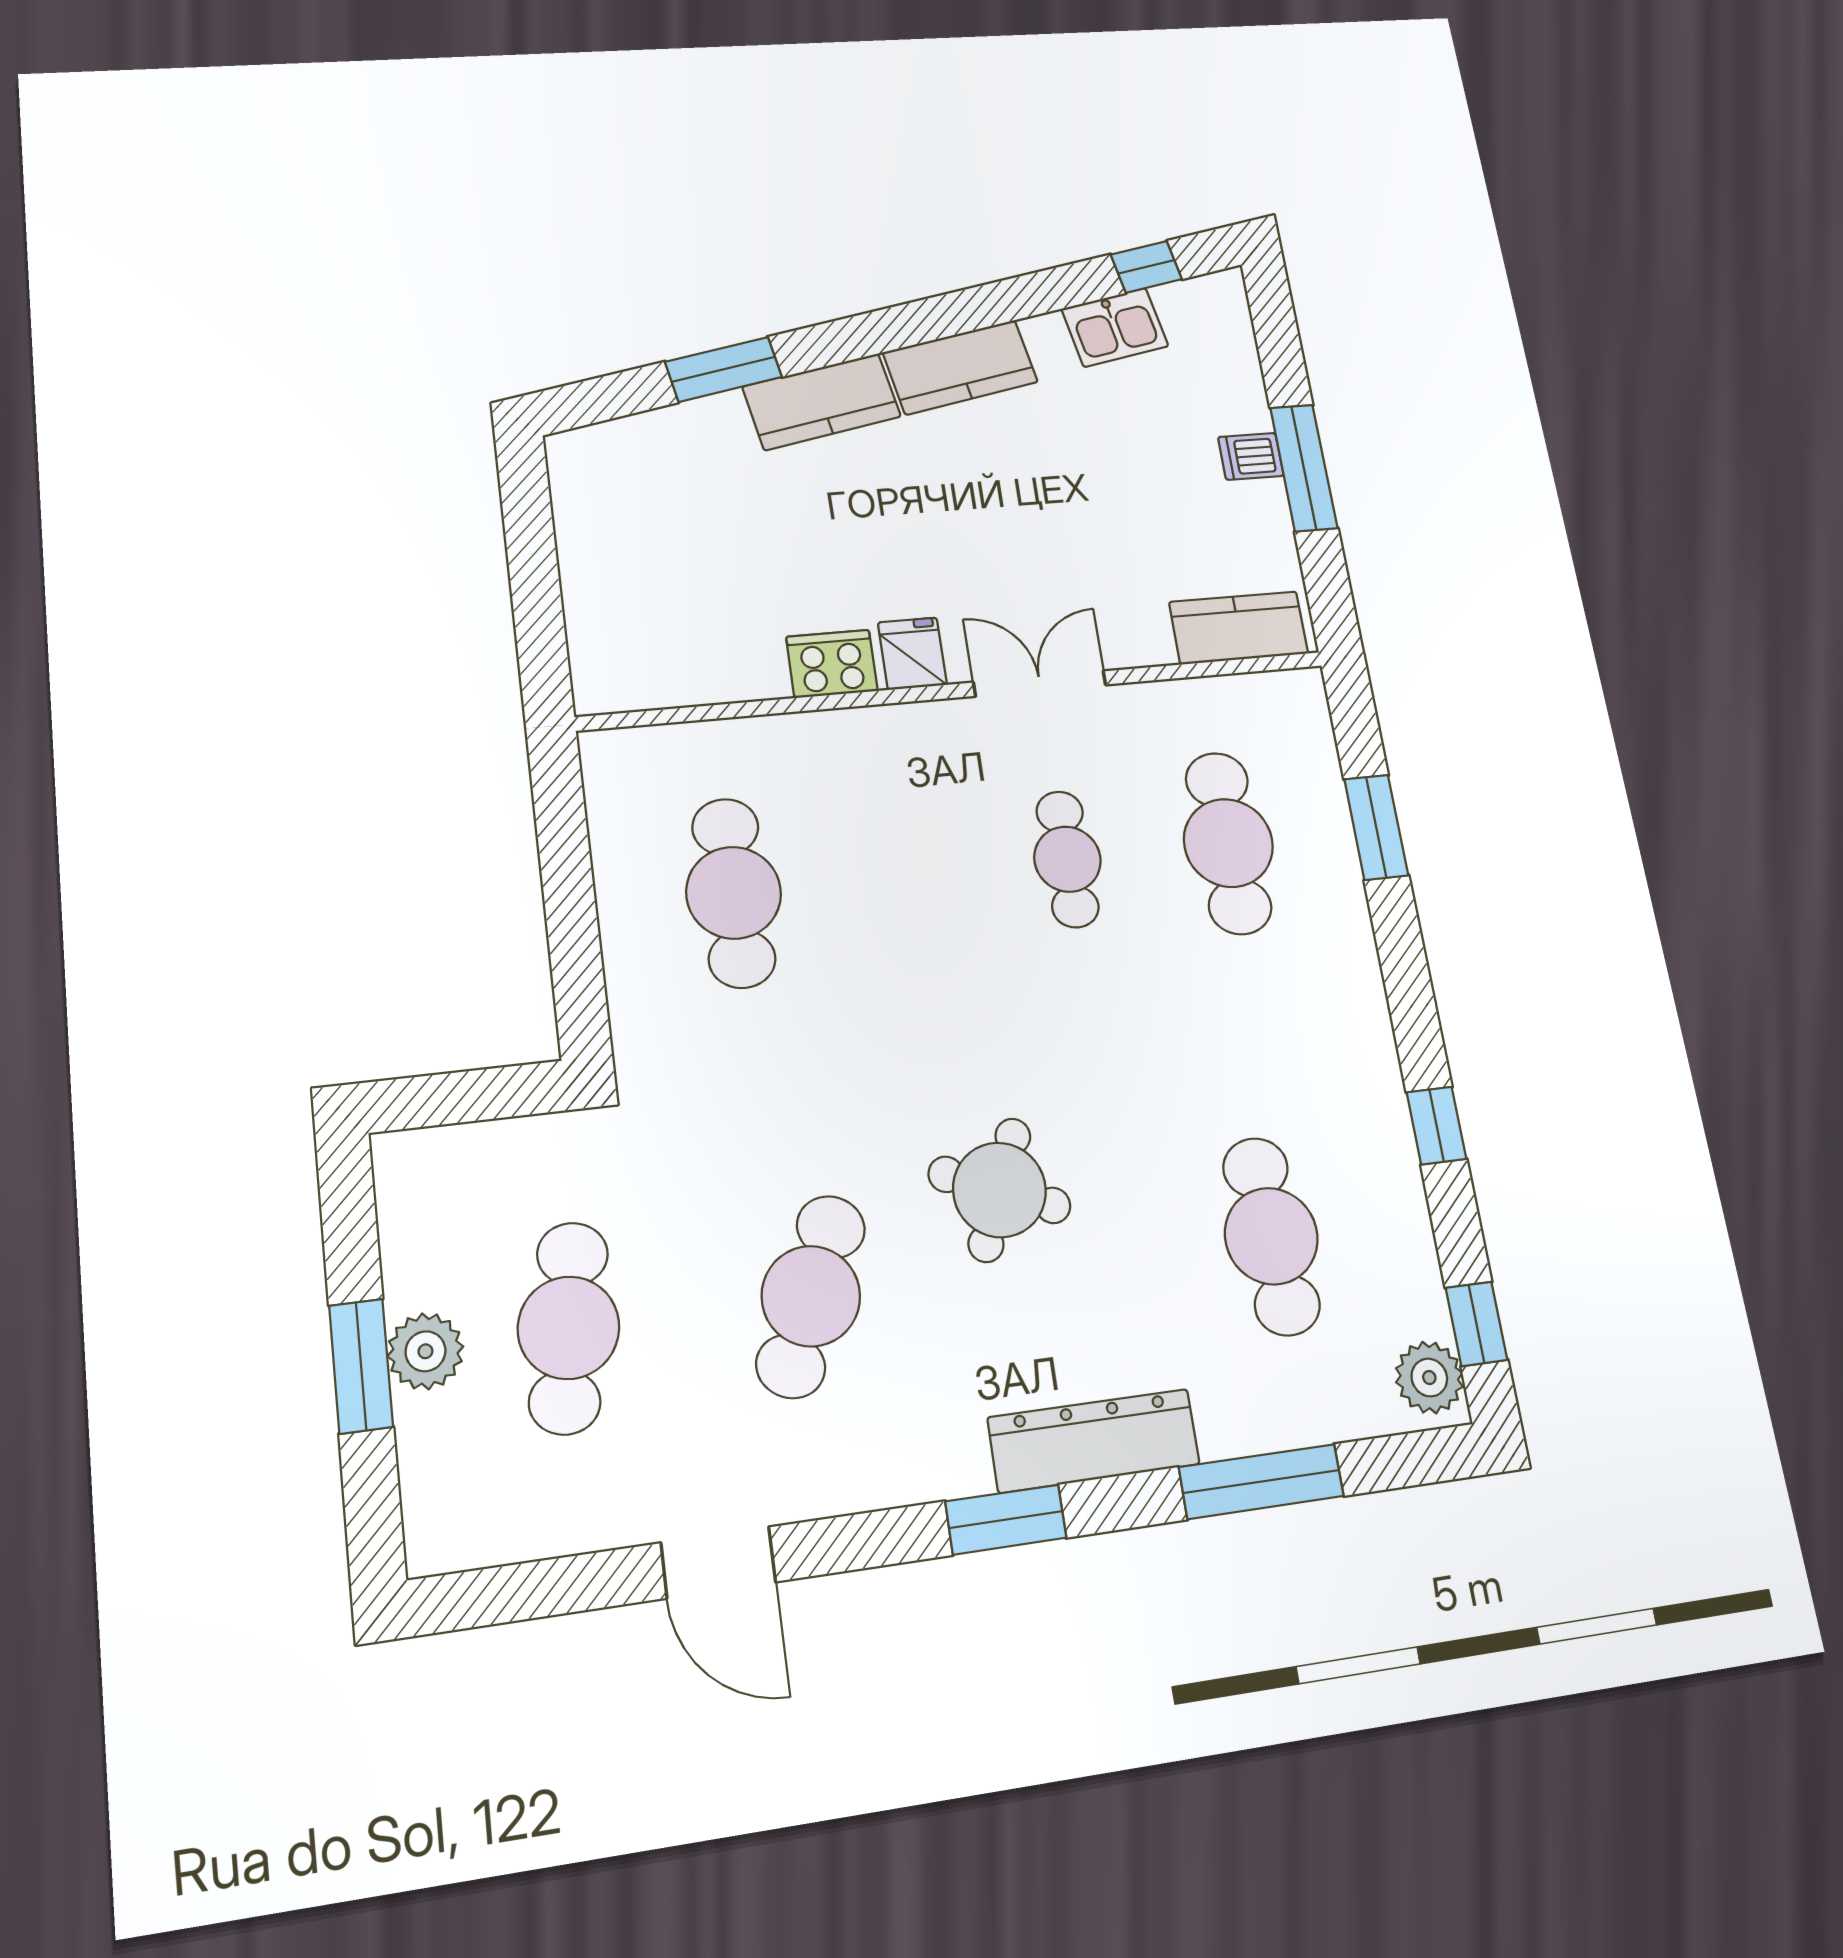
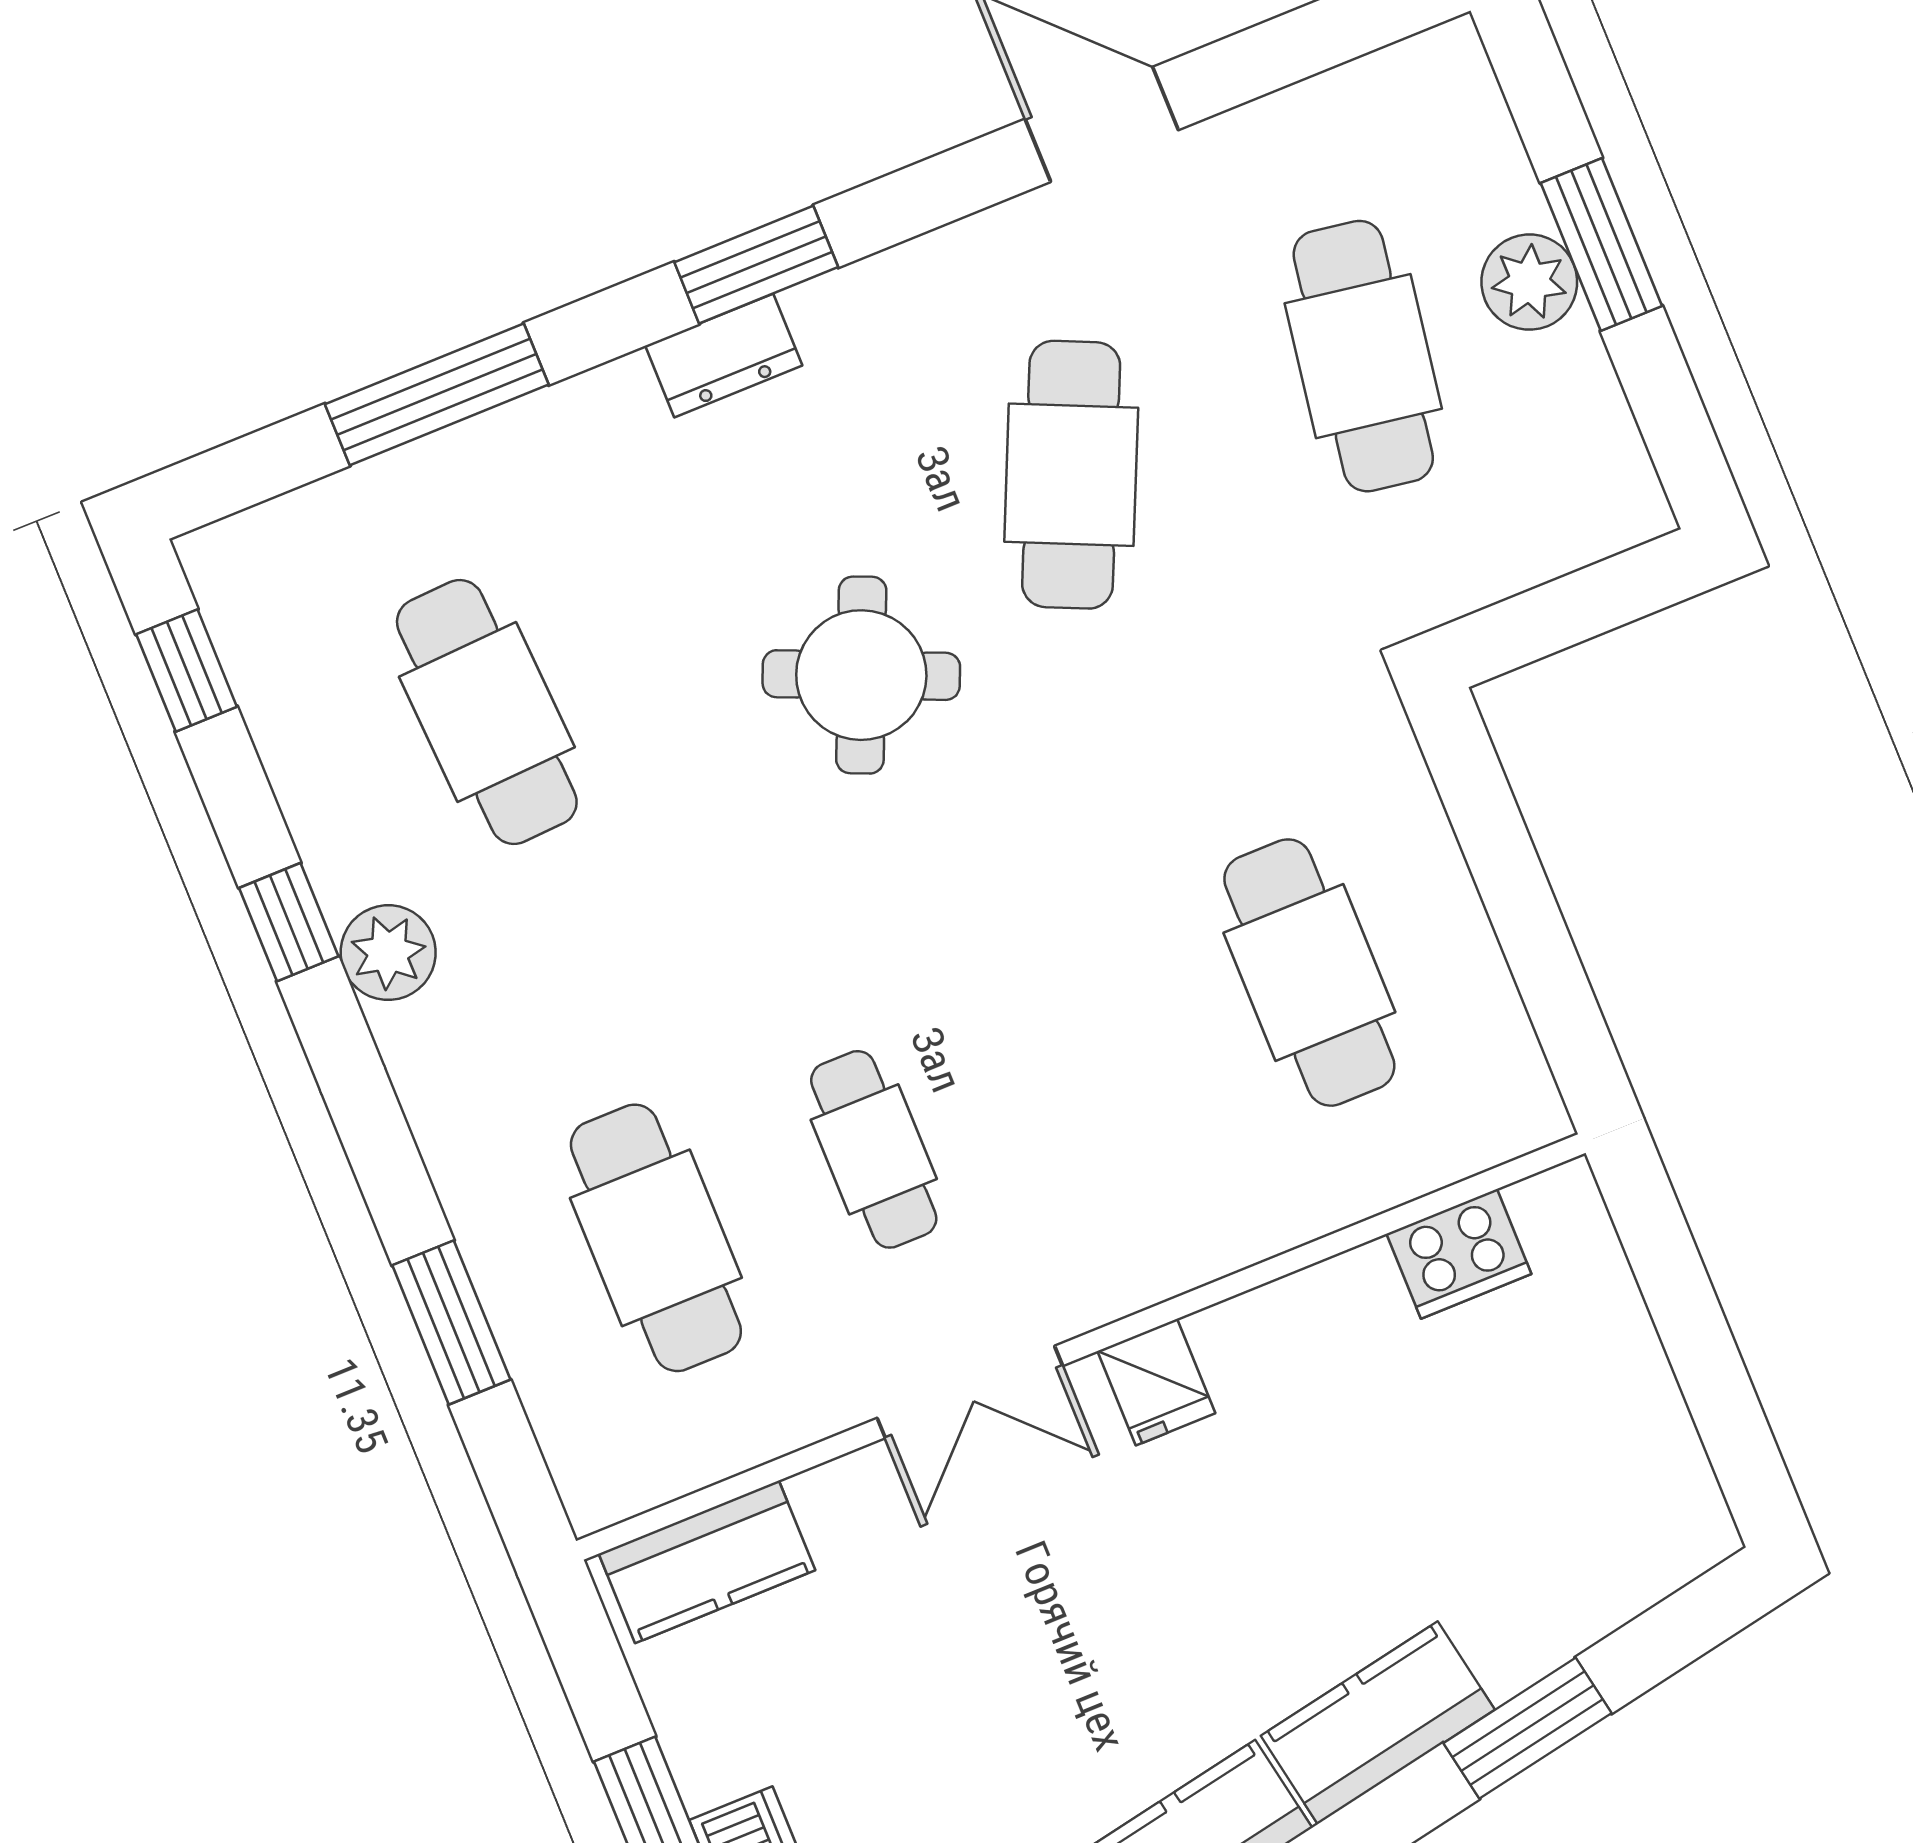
cooker: (832, 664) -> (1459, 1254), moved
plant: (1429, 1378) -> (388, 953), moved
dresser: (1094, 1441) -> (724, 356), width x0.51, depth x0.80

